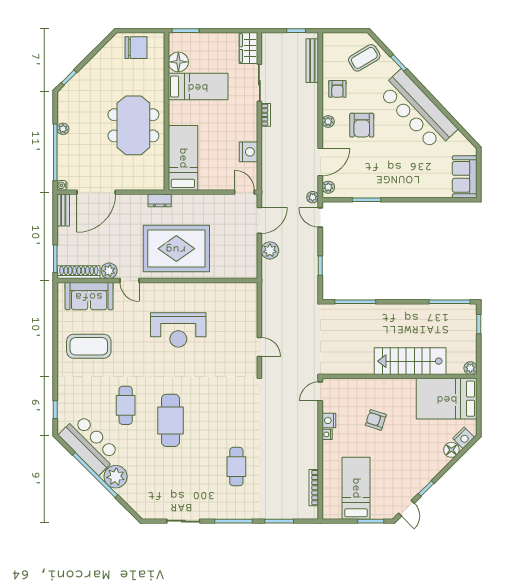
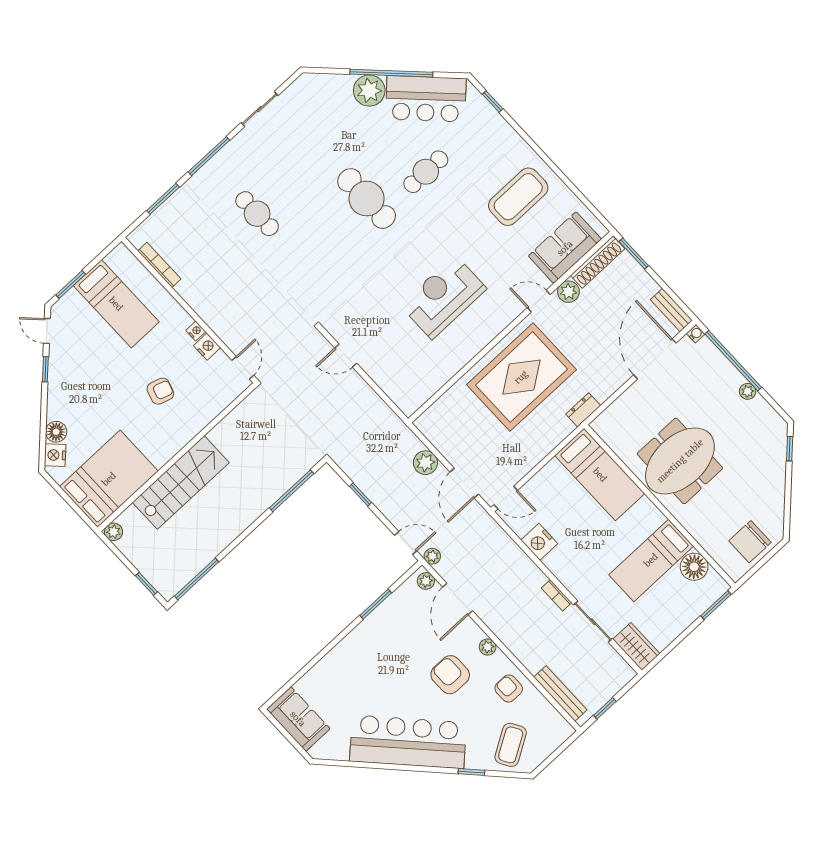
meeting table: (133, 125) -> (680, 461), turned 90
cafe table: (126, 405) -> (426, 172), turned 90

